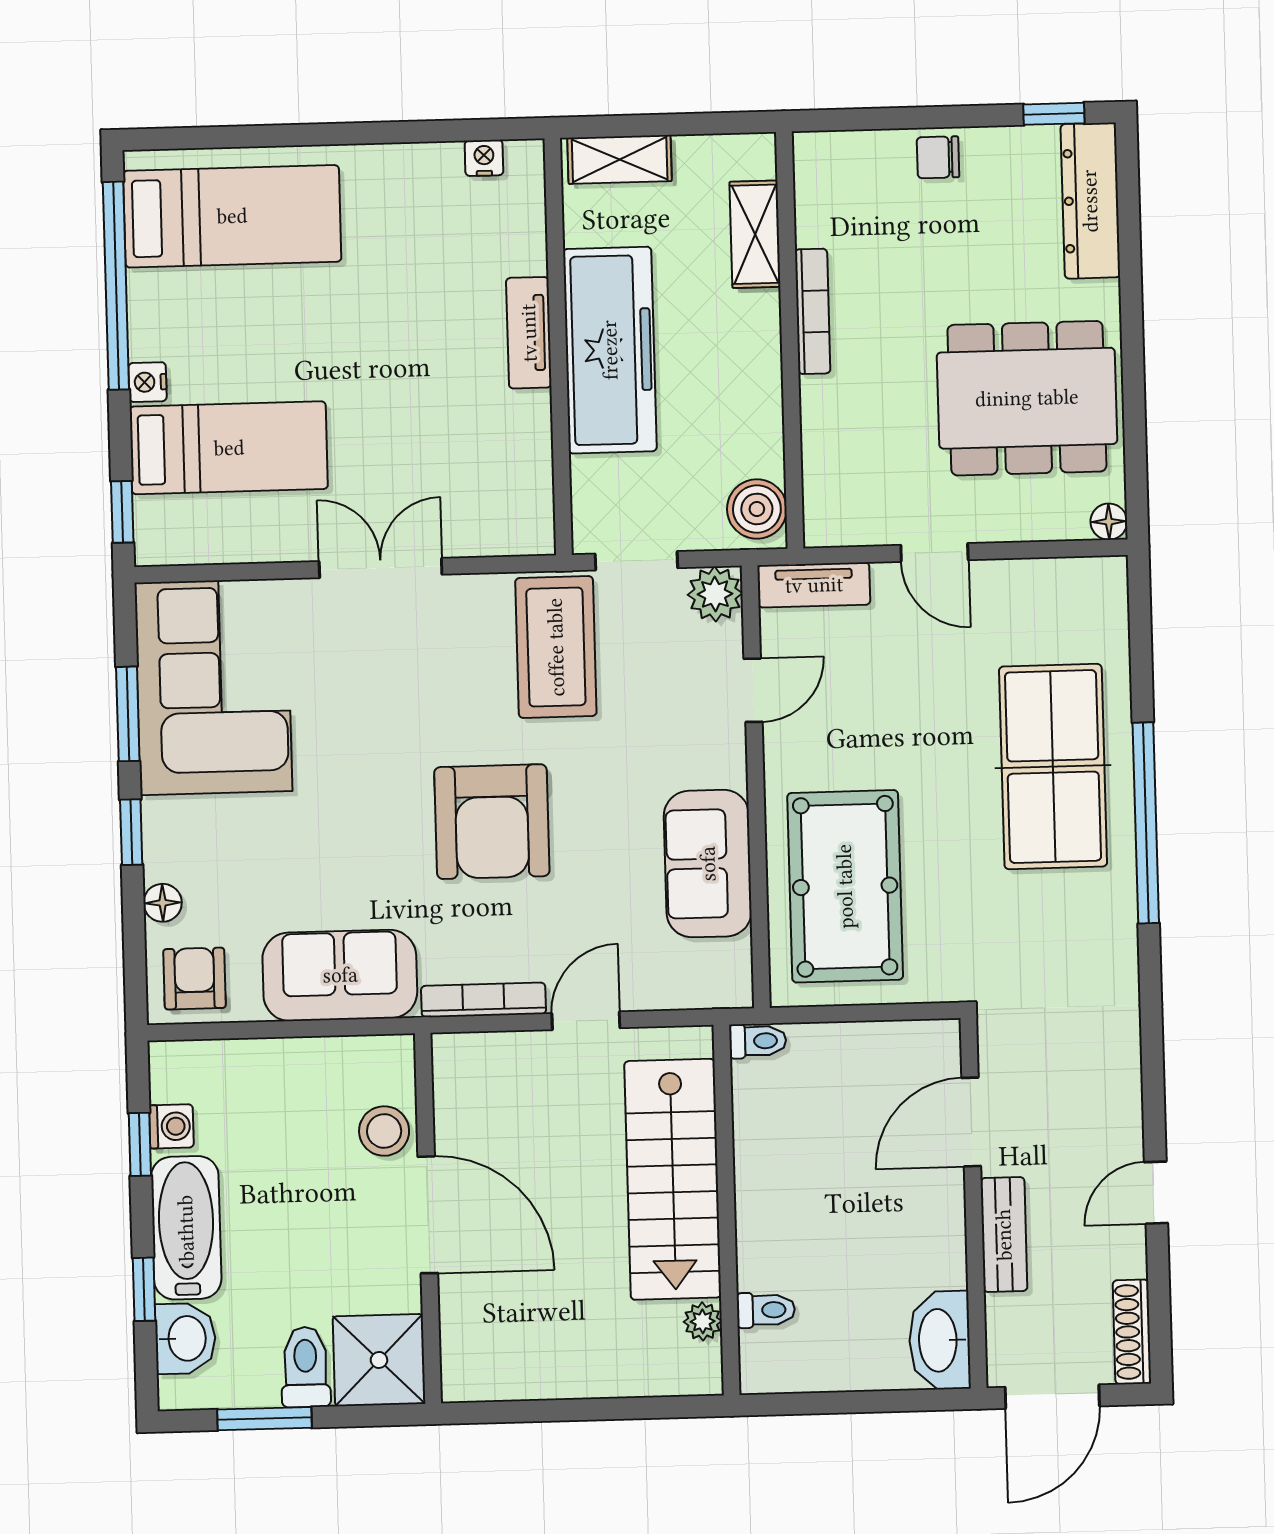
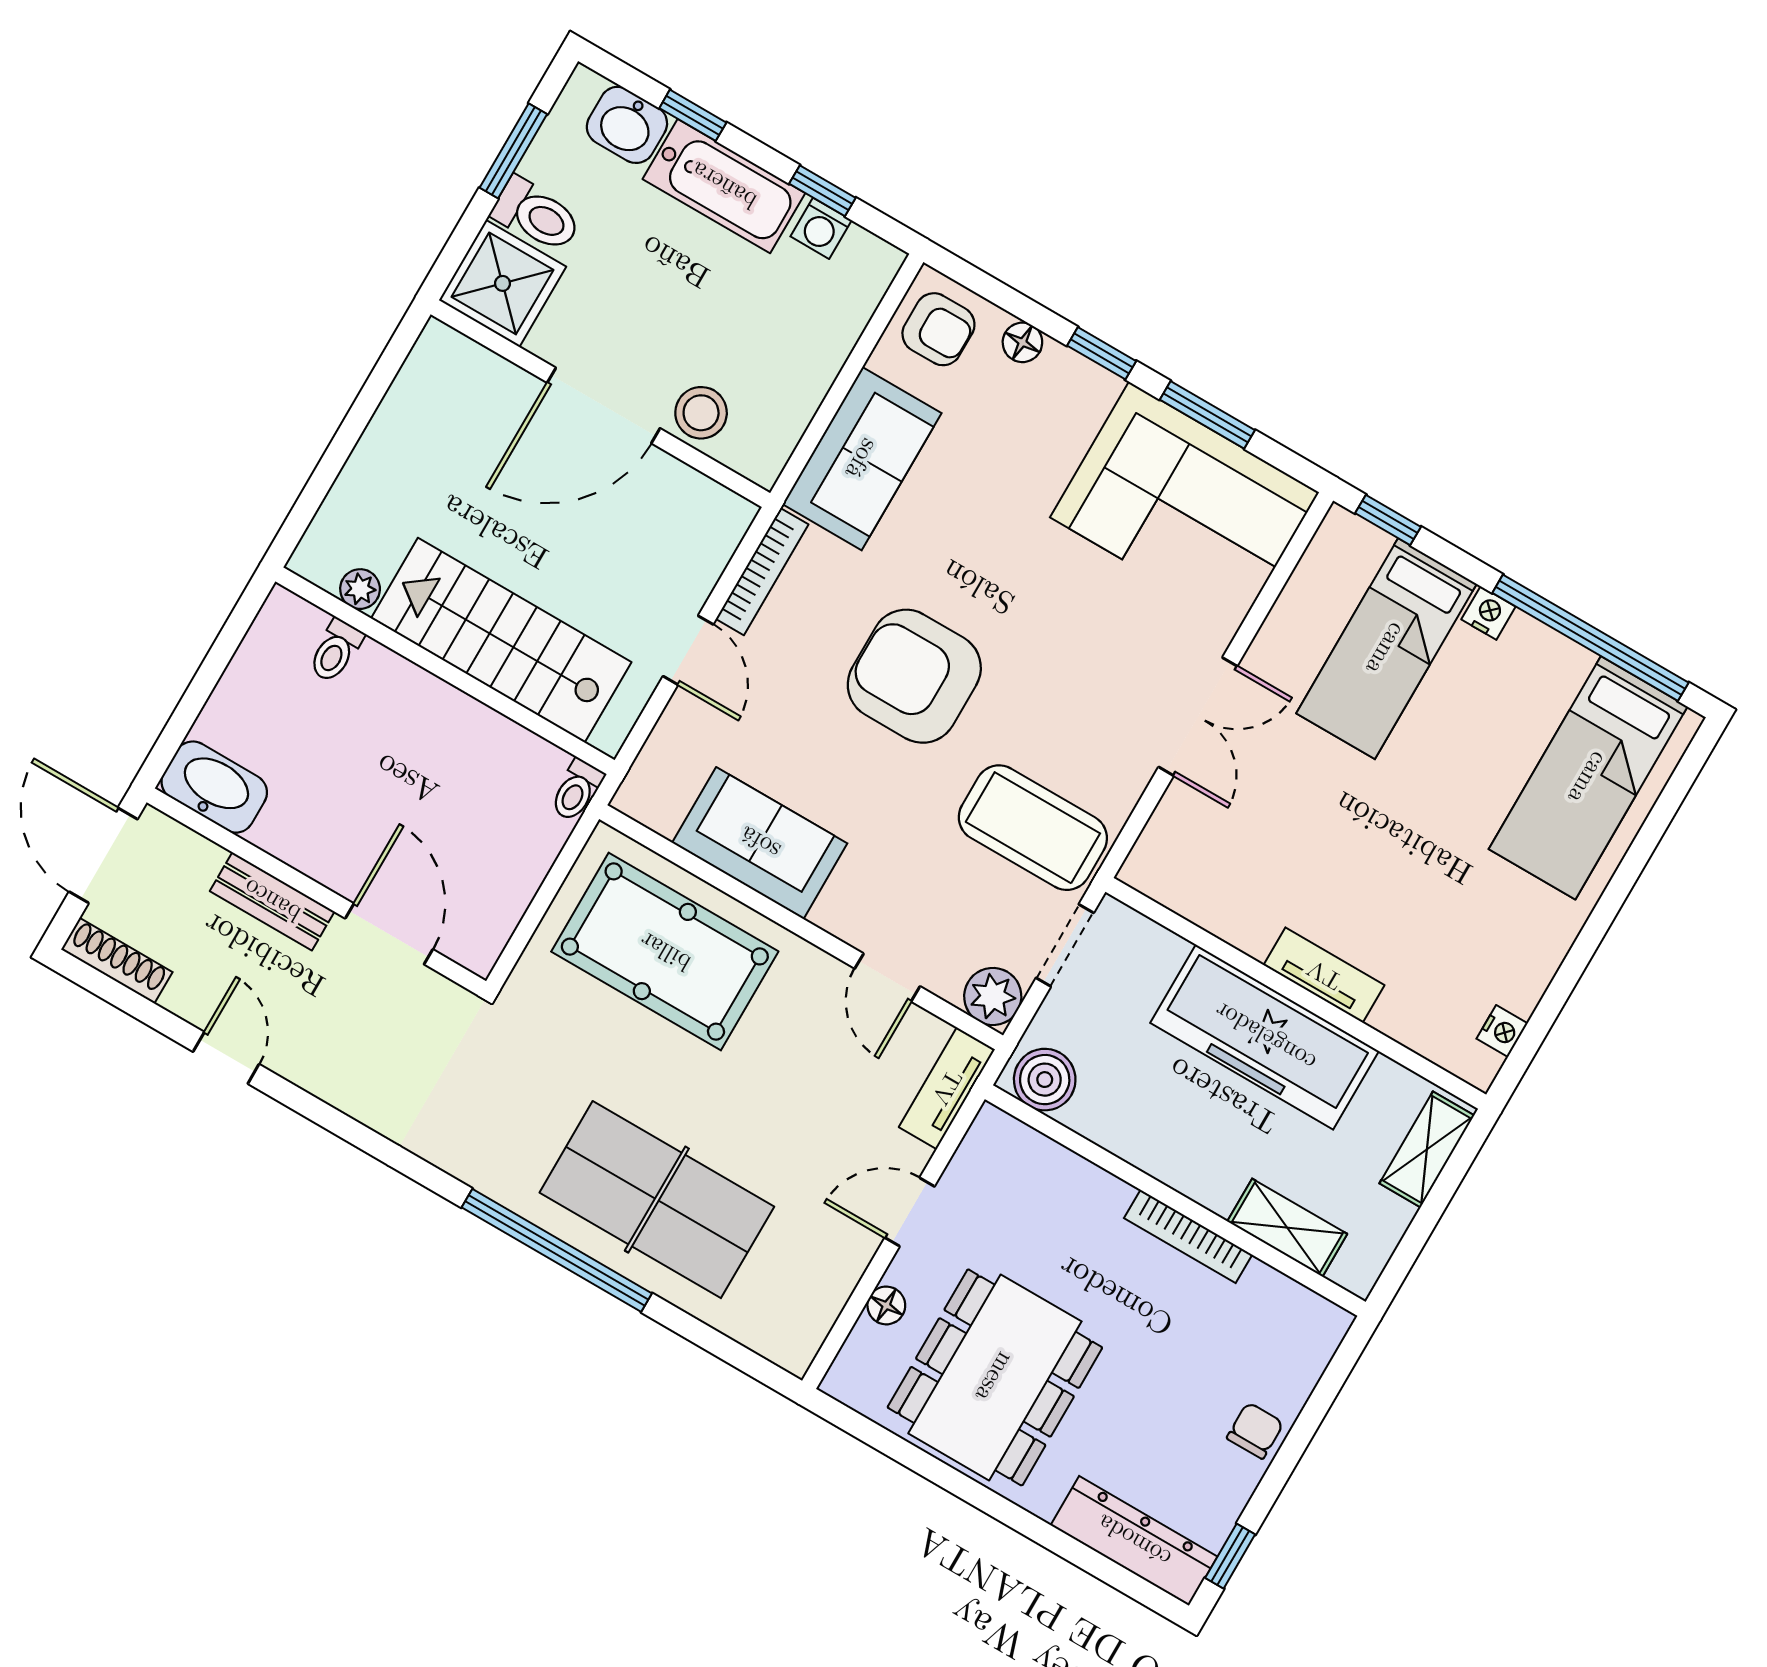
floor lamp: (1109, 522) -> (886, 1305), moved

